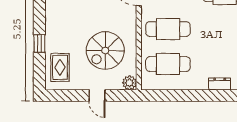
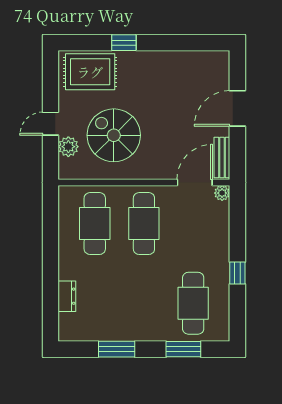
rug: (60, 67) -> (90, 72), width x1.36, depth x1.43
plant: (129, 83) -> (68, 147), moved

